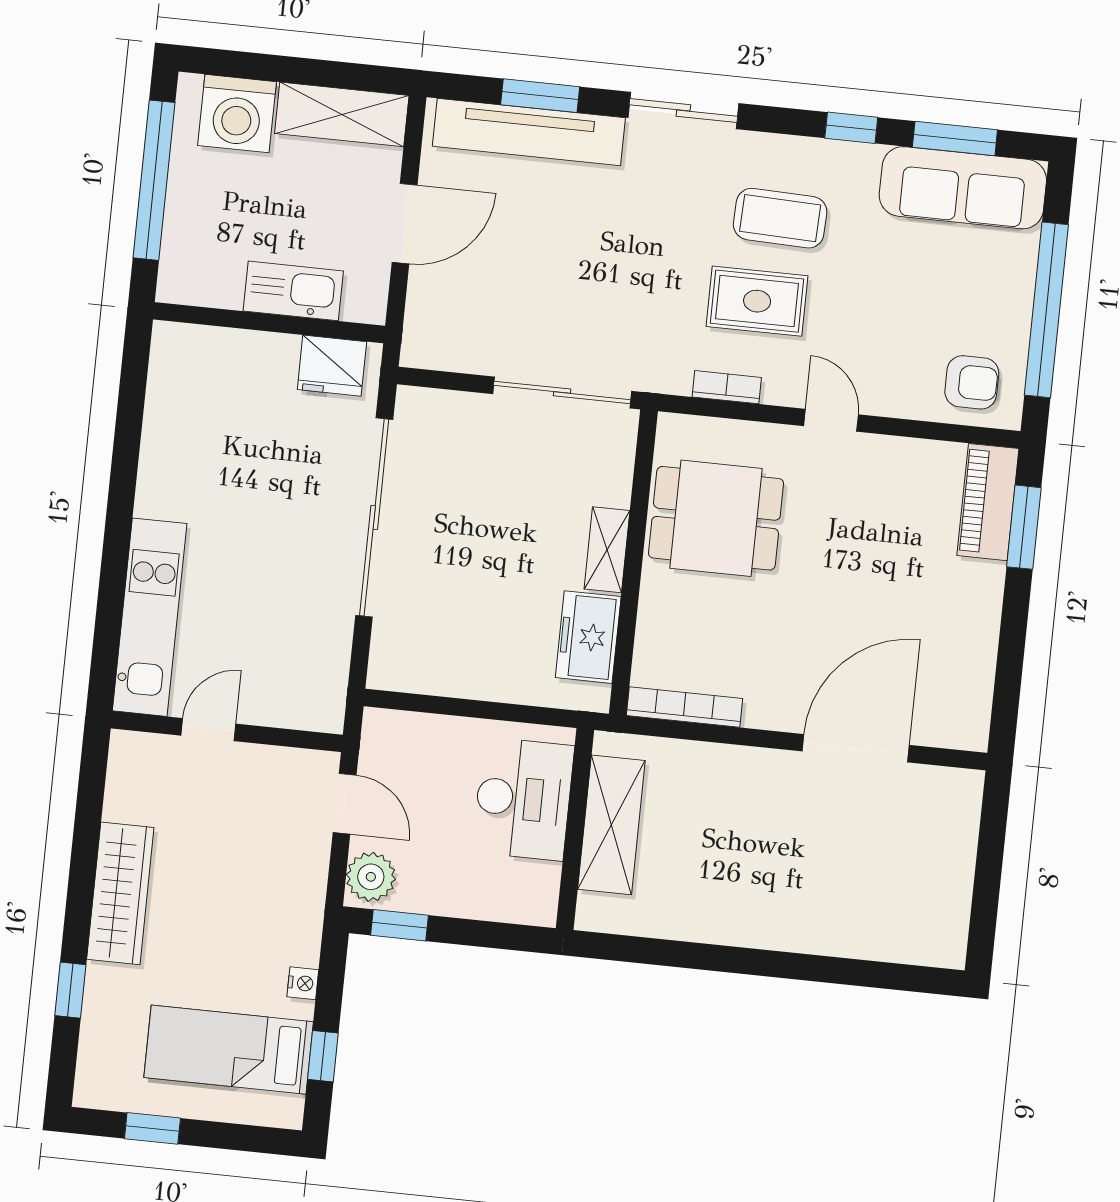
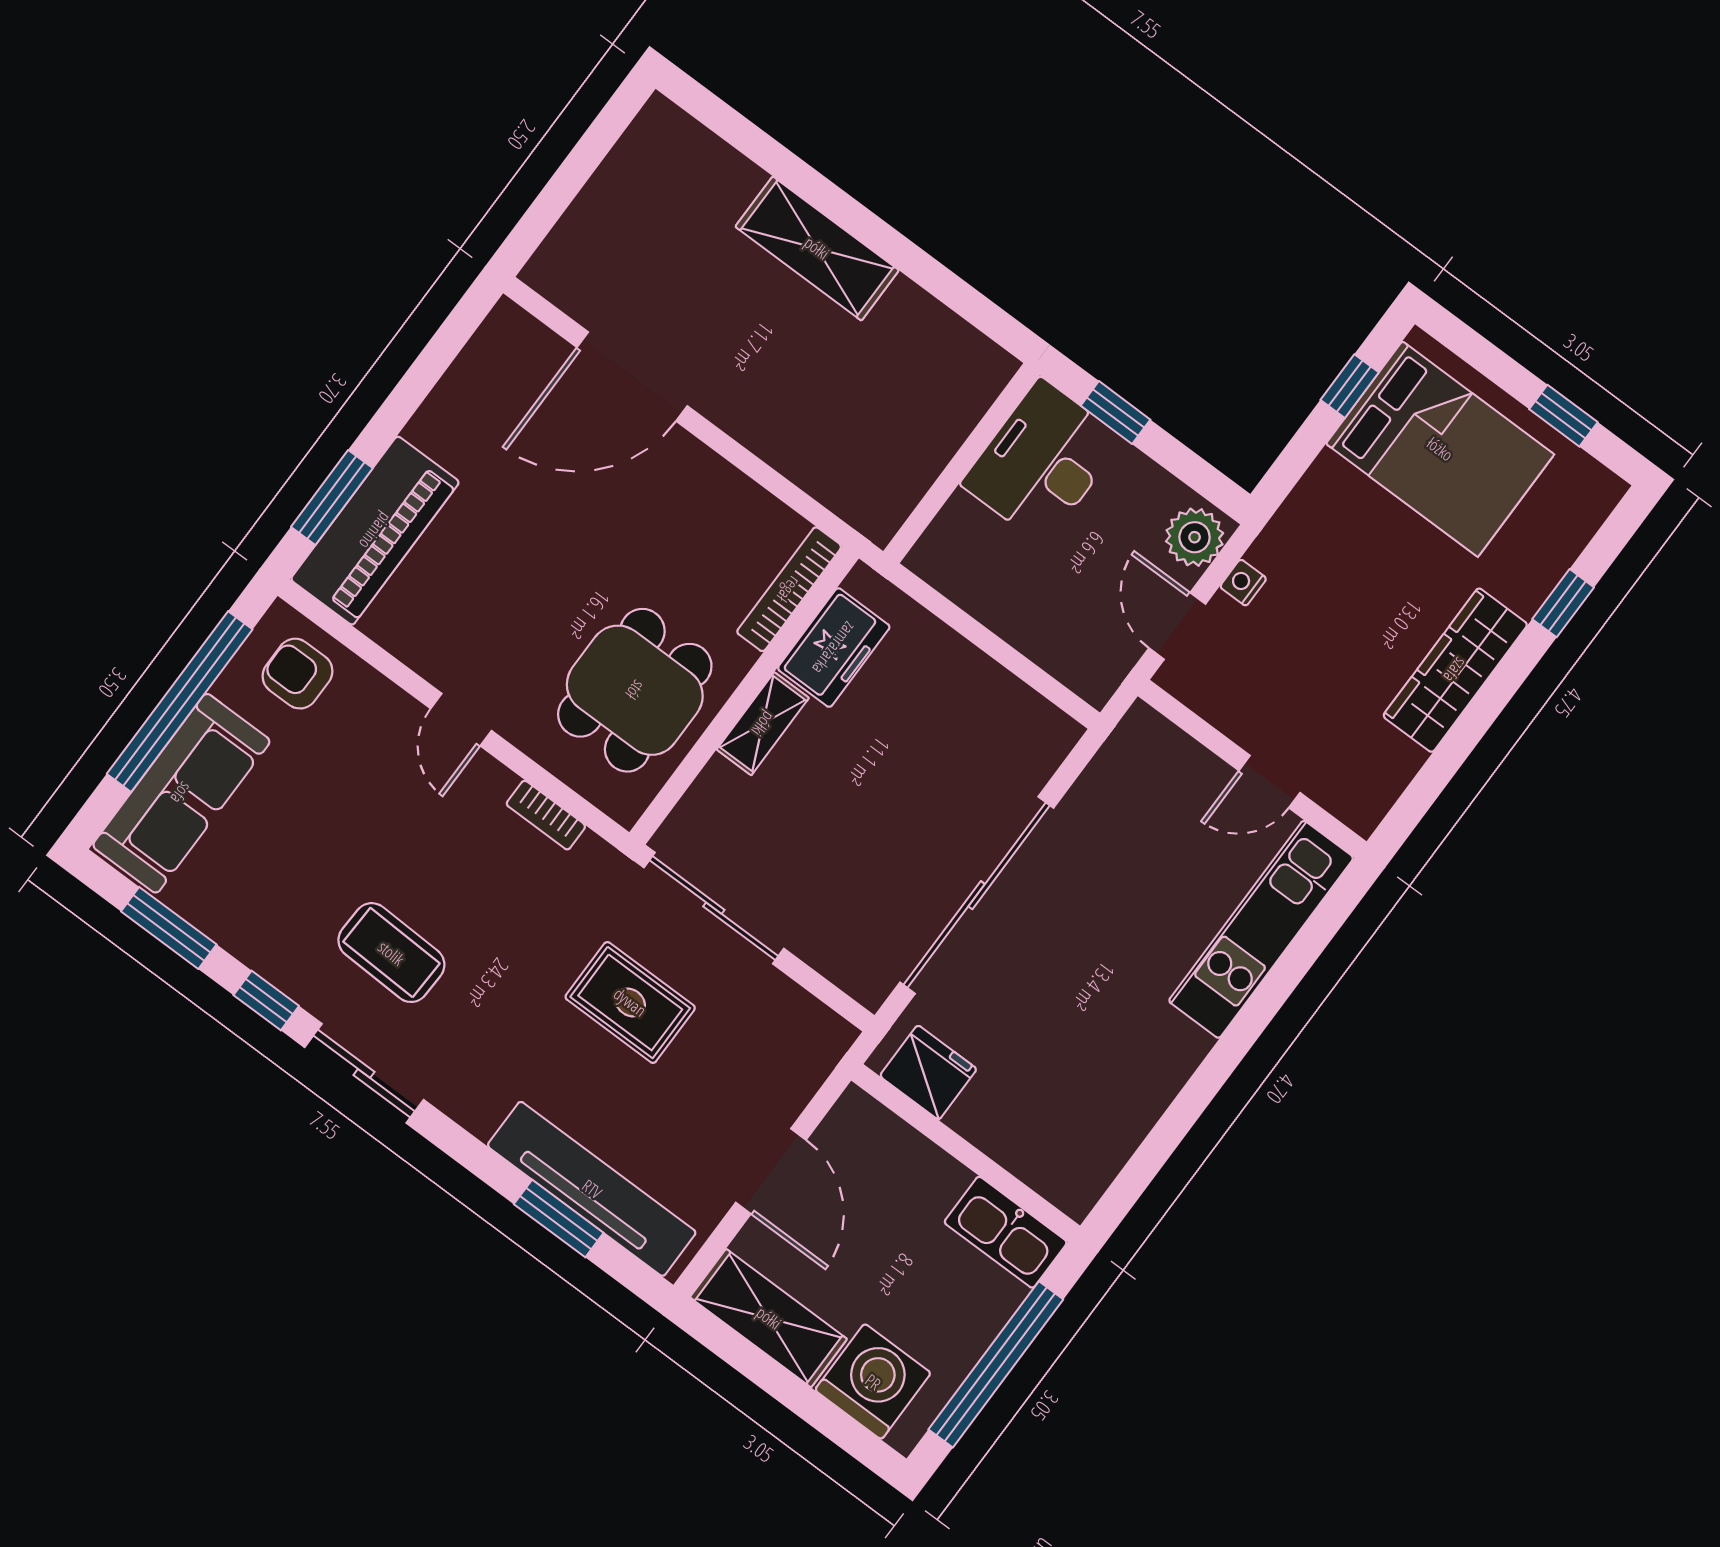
sliding door: (683, 110) -> (364, 1073), moved
sofa: (963, 188) -> (181, 793), moved, turned 90
door: (405, 224) -> (771, 1171), swing flipped
kitchen sink: (293, 291) -> (1006, 1232), moved
rug: (757, 301) -> (630, 1002), moved
piano: (988, 502) -> (375, 531), width x1.37, depth x1.33
dining table: (716, 518) -> (635, 690), turned 90
bookcase: (684, 707) -> (789, 589), moved, turned 90
desk: (523, 799) -> (1042, 462), moved
shelving: (611, 825) -> (817, 248), moved, turned 90
window: (400, 925) -> (1115, 413), moved
nightstand: (303, 983) -> (1243, 583), moved
bed: (229, 1050) -> (1440, 449), width x1.50

